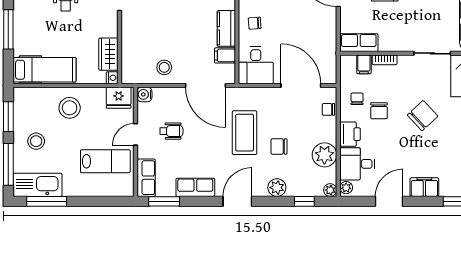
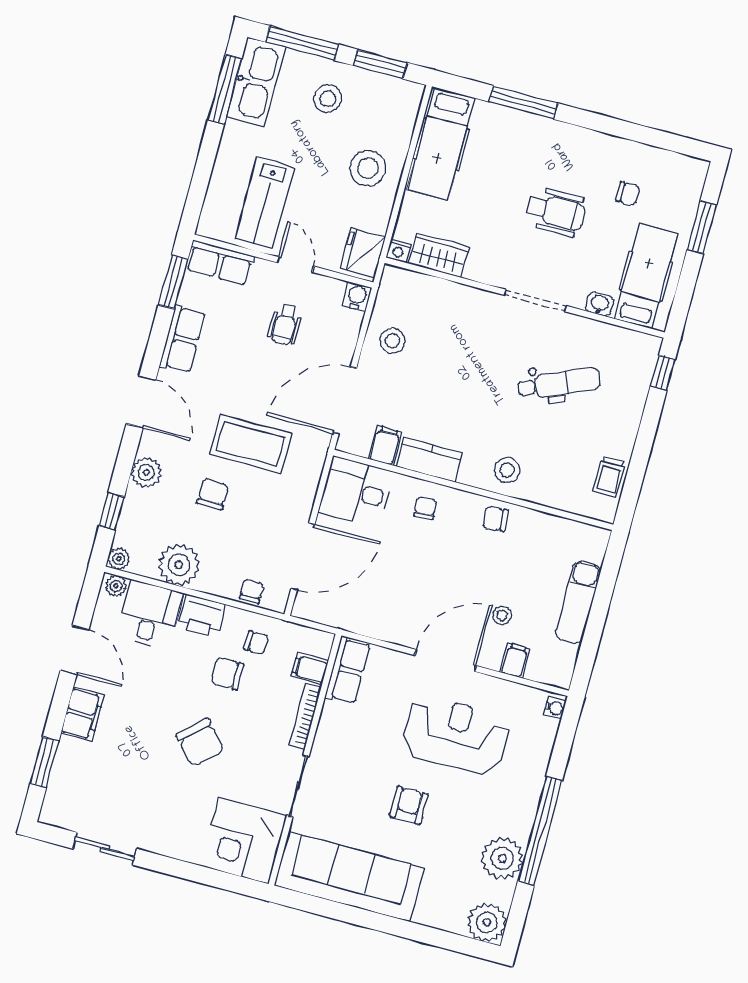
bookcase: (385, 60) -> (305, 716), width x1.56

